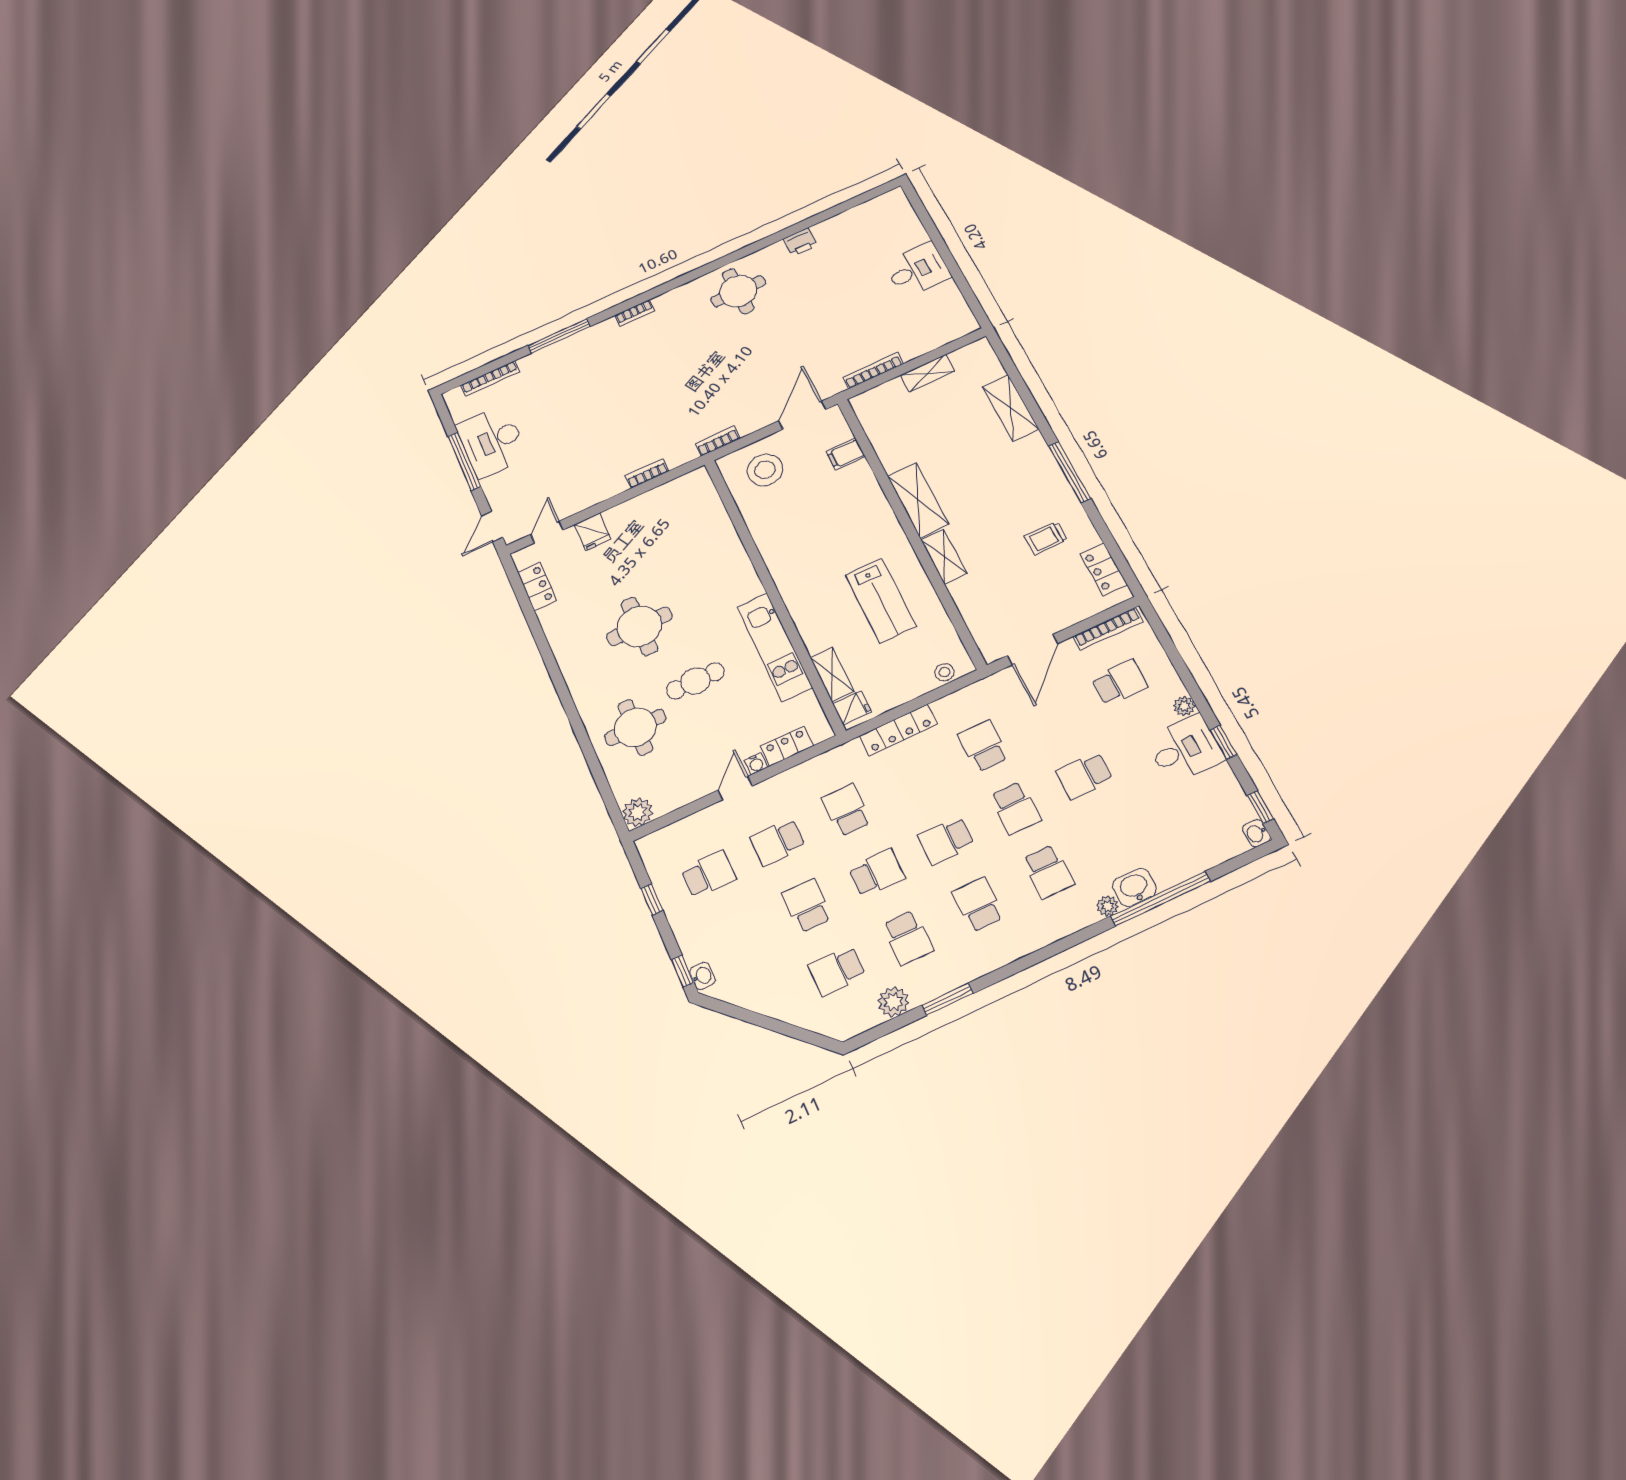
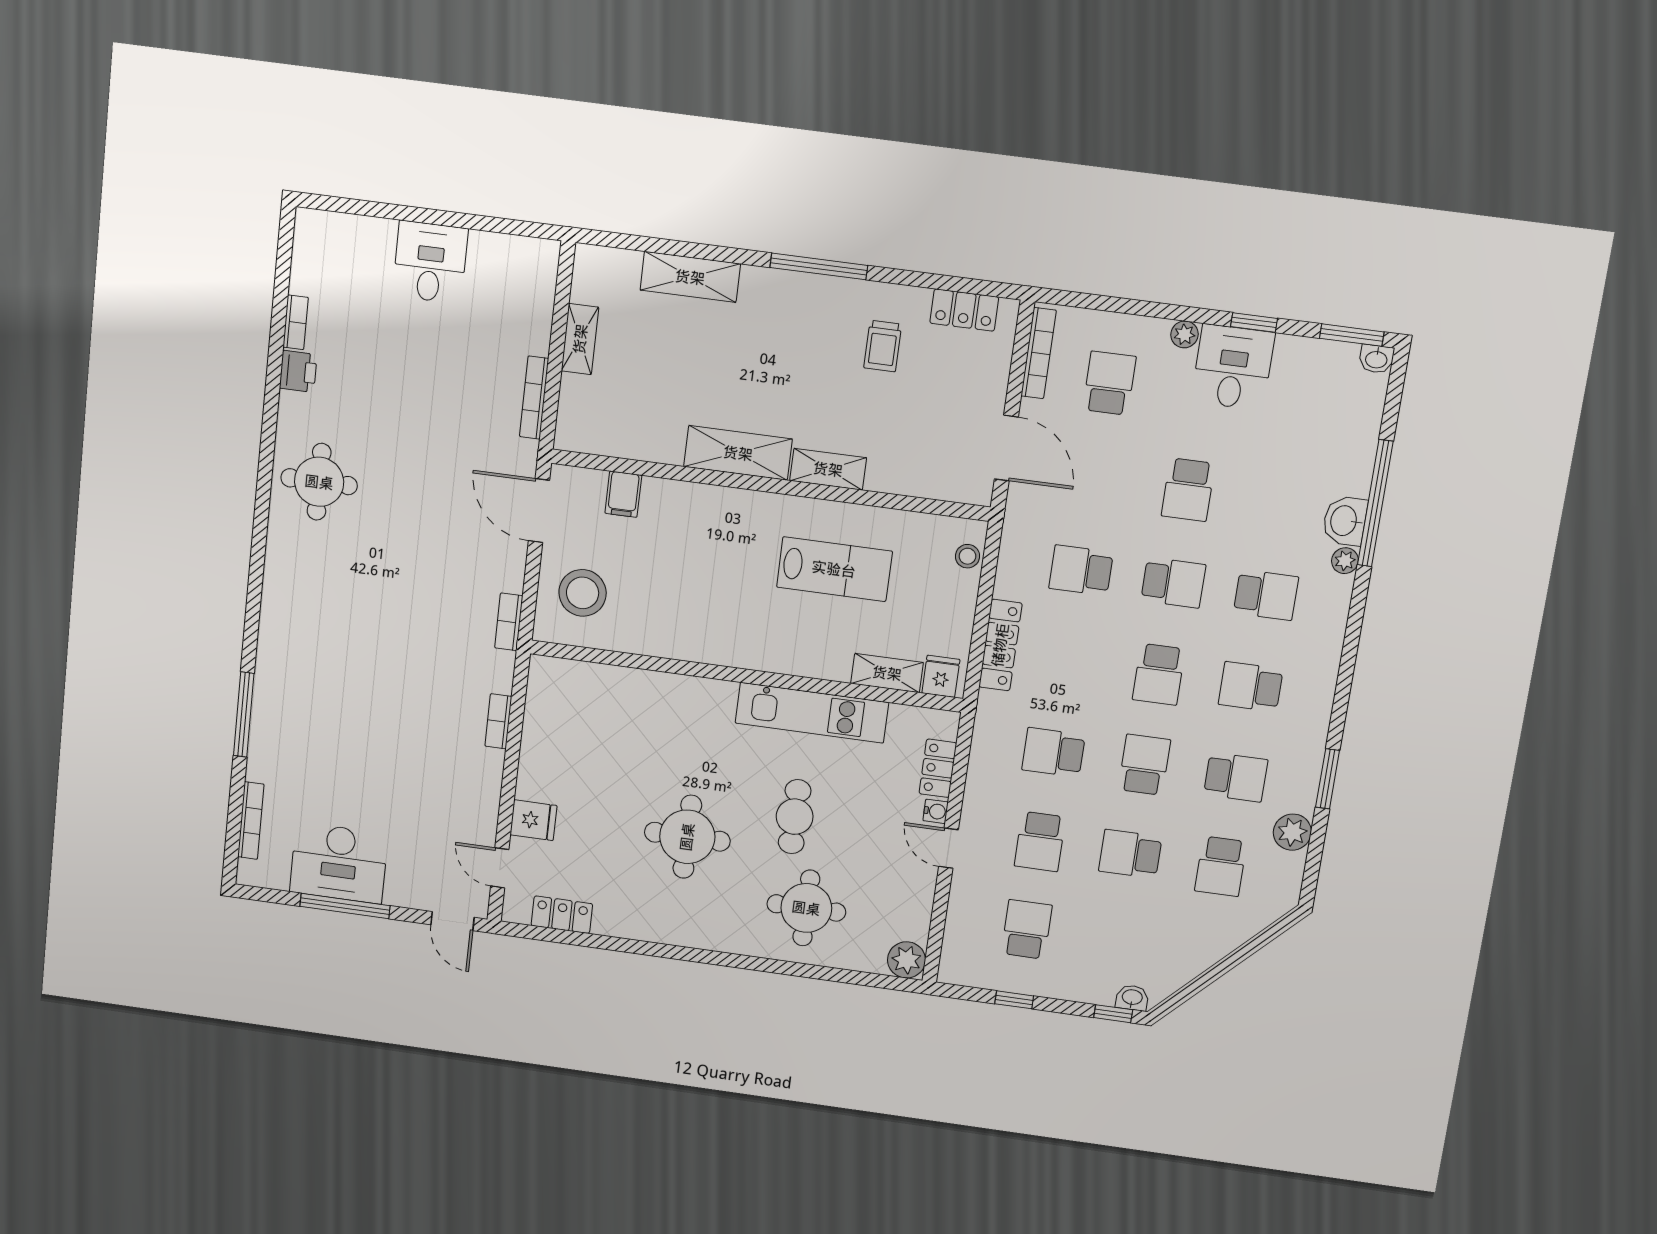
bookcase: (635, 313) -> (296, 322), moved
window: (1260, 807) -> (1352, 335), width x1.50

